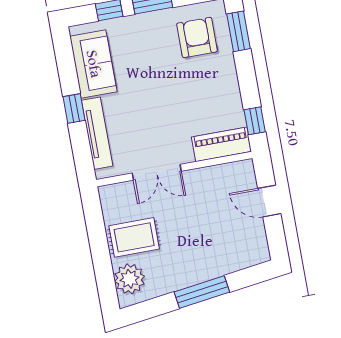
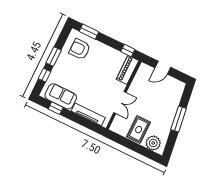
window: (74, 108) -> (56, 108), moved

